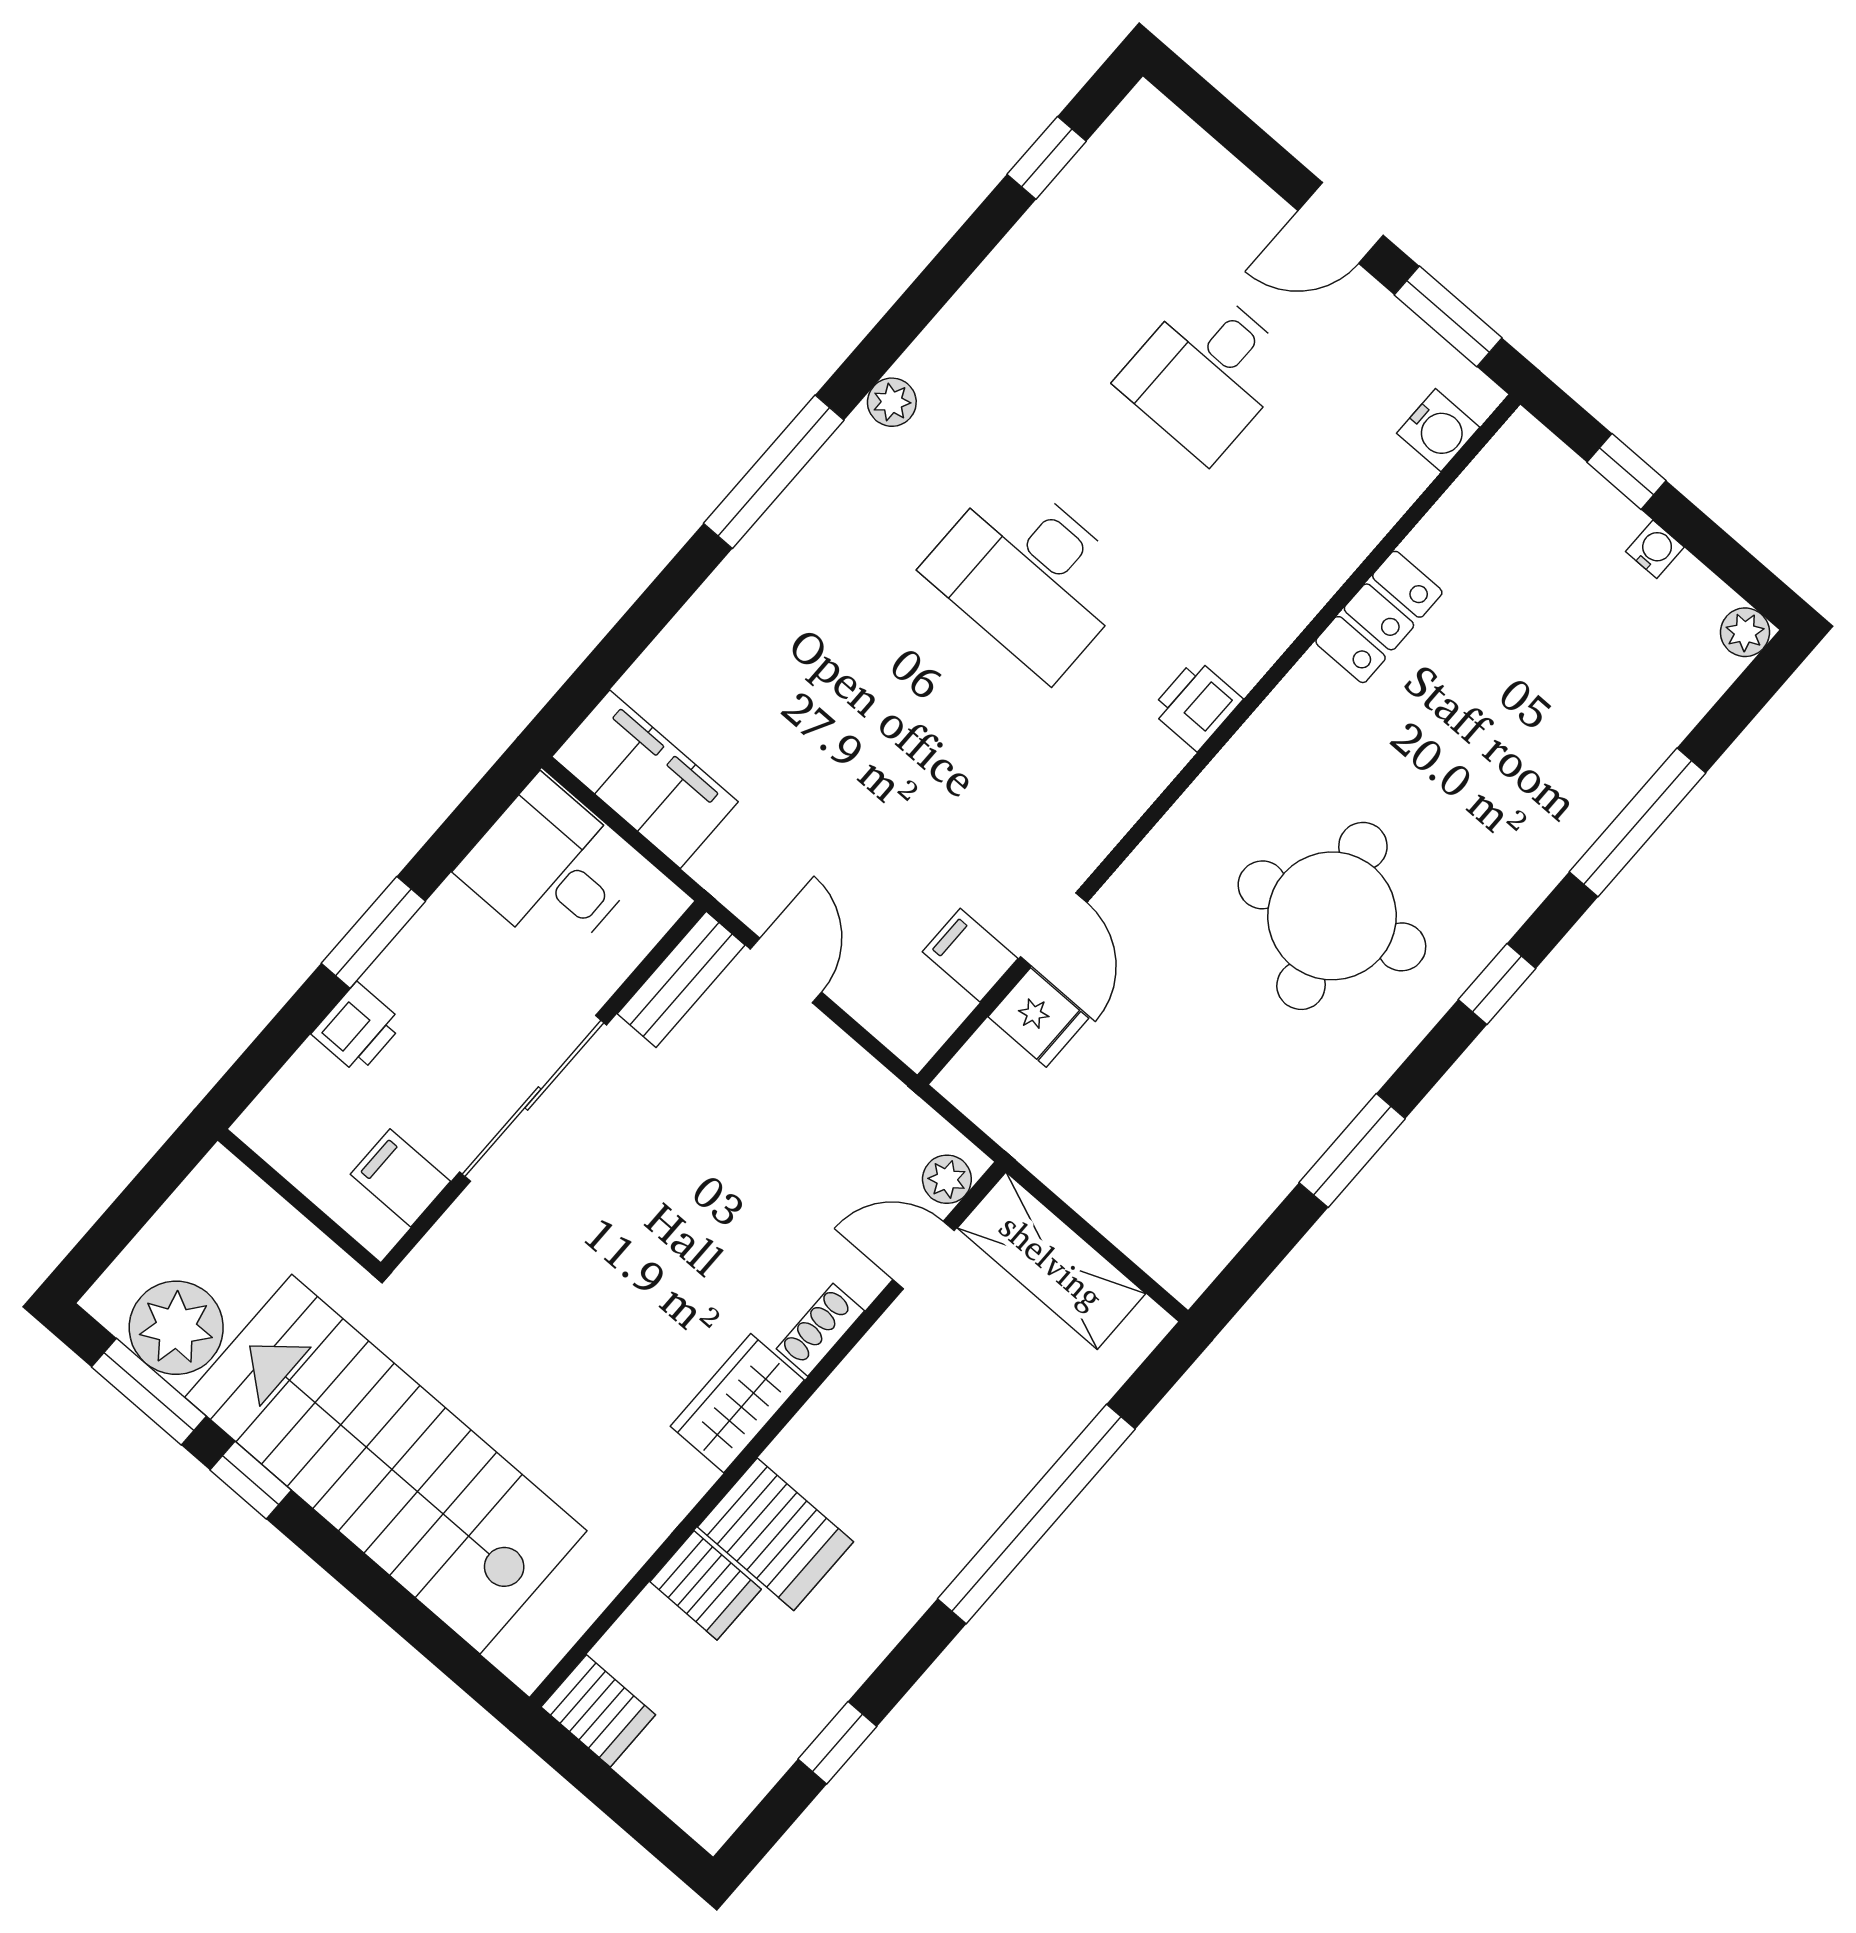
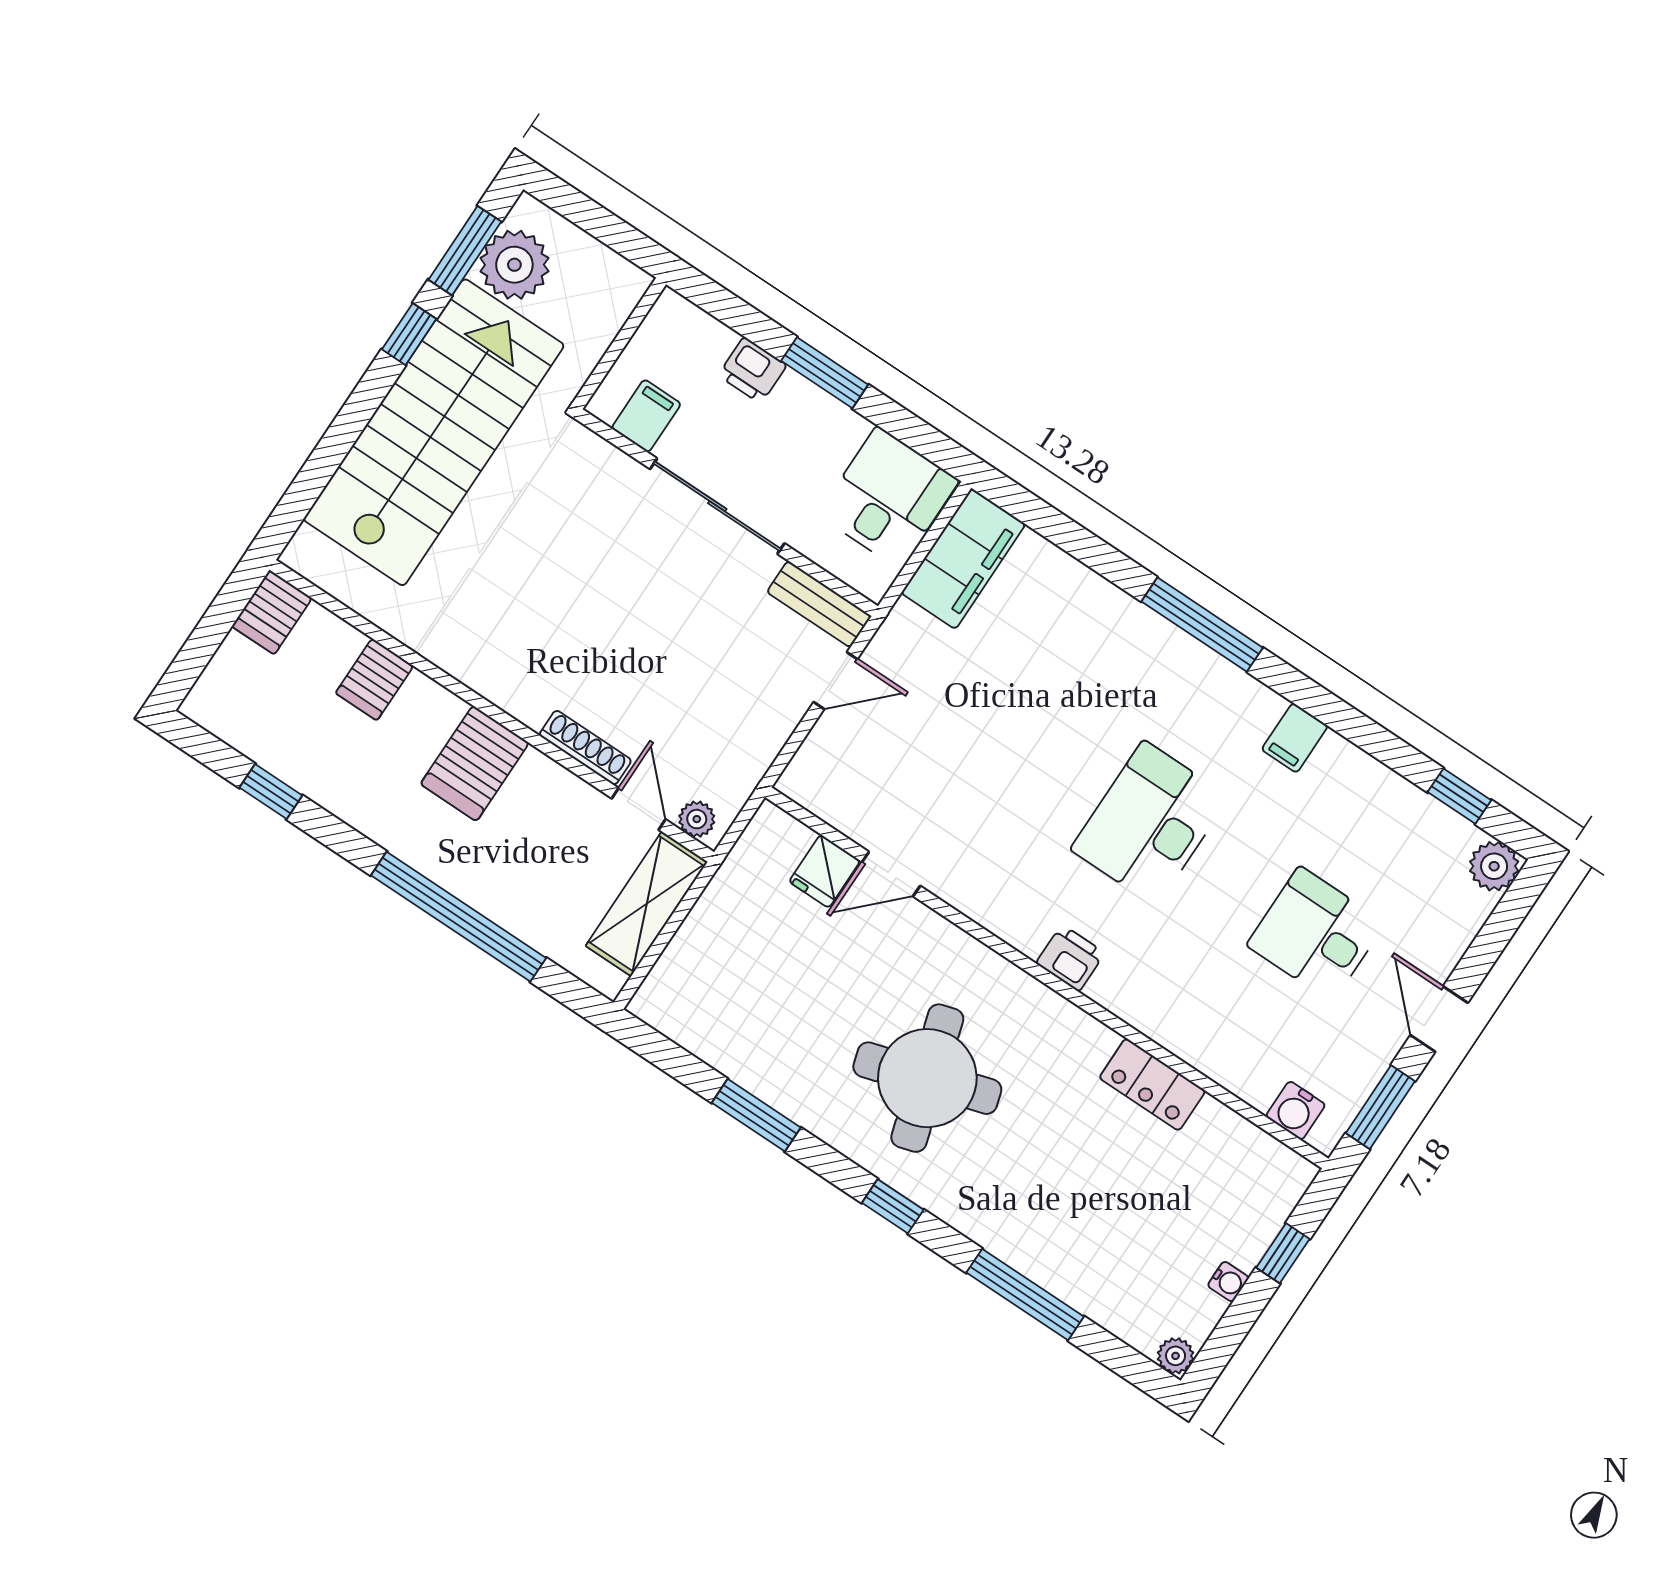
plant: (892, 402) -> (1494, 866), moved, width x1.38, depth x1.38
filing cabinet: (970, 955) -> (1295, 738), moved, turned 180
shoe rack: (820, 1330) -> (585, 748), width x1.43
wardrobe: (737, 1403) -> (512, 686), removed
server rack: (776, 1534) -> (475, 763), moved

